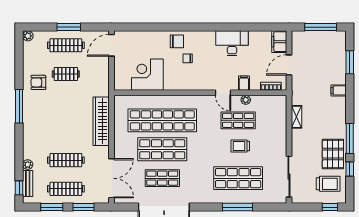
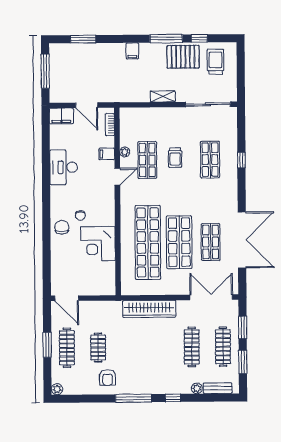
corner desk: (147, 75) -> (98, 244), moved
filing cabinet: (339, 90) -> (132, 51), moved
shelving: (297, 117) -> (163, 96), moved
shop shelf: (238, 178) -> (210, 160), width x0.70, depth x0.74
window: (19, 188) -> (173, 398), moved
window: (237, 207) -> (241, 160), width x0.46
window: (330, 207) -> (241, 60), removed

